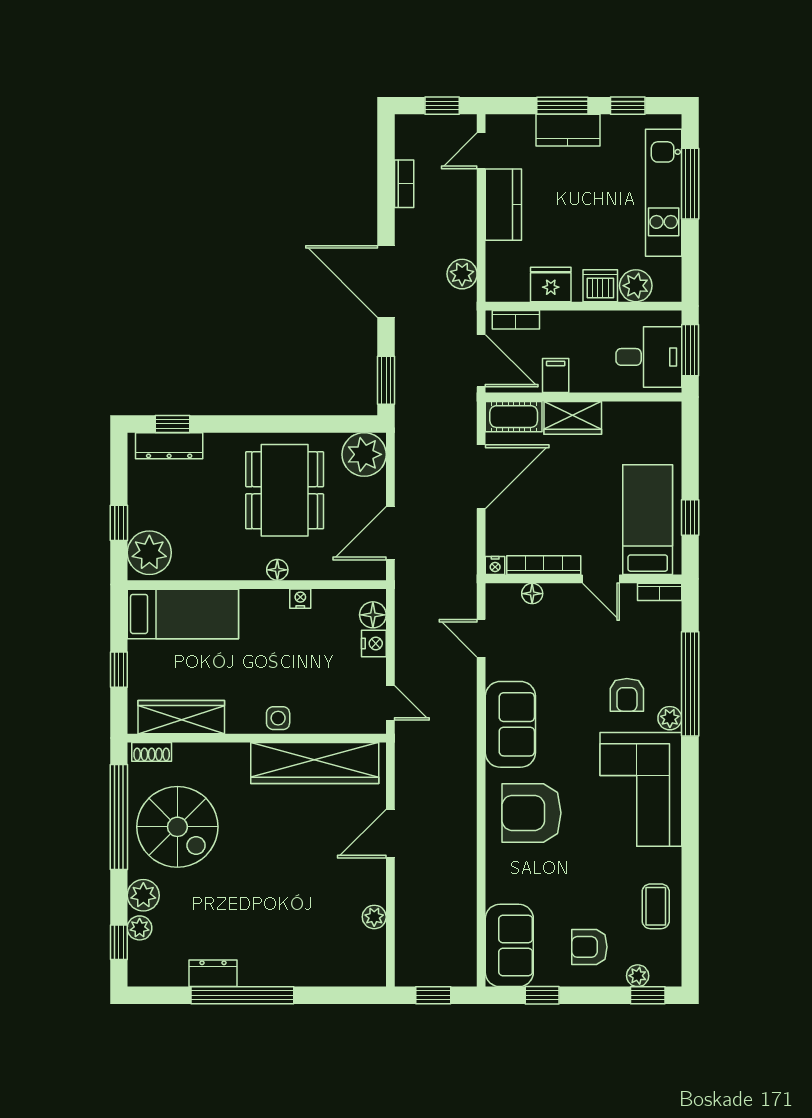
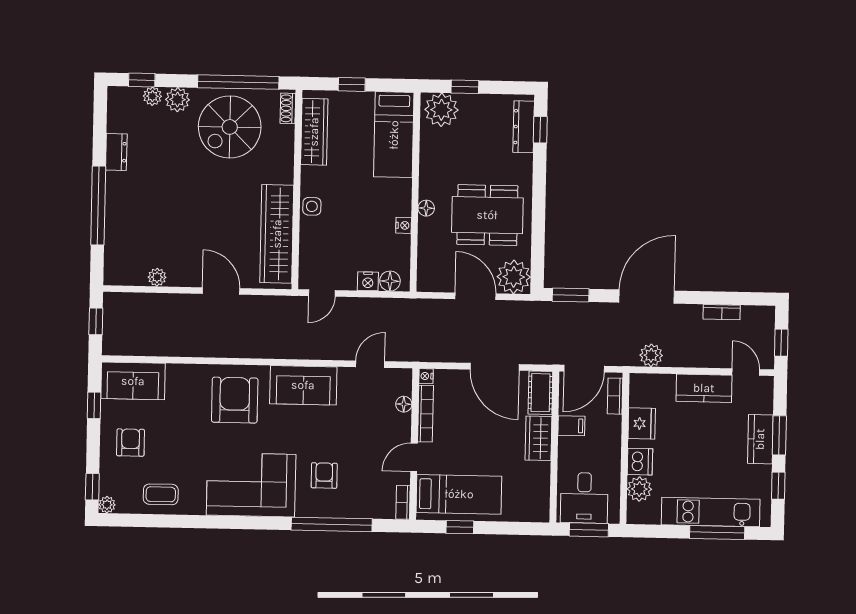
door: (390, 533) -> (476, 296), moved
armchair: (627, 695) -> (324, 476), turned 90
plant: (670, 718) -> (305, 508), removed
plant: (638, 976) -> (107, 505), moved
window: (242, 995) -> (98, 205), moved

